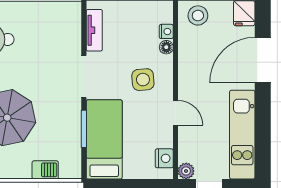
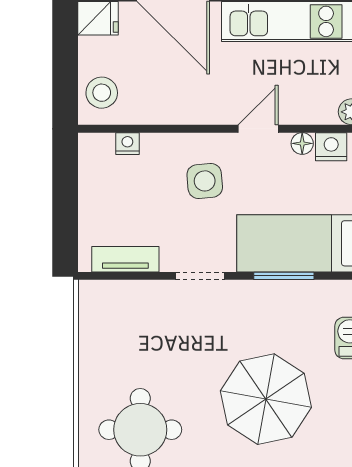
floor lamp: (166, 47) -> (302, 143), moved
doorway: (84, 77) -> (200, 276), width x0.73

